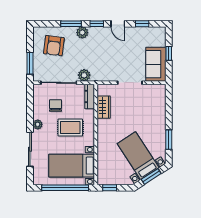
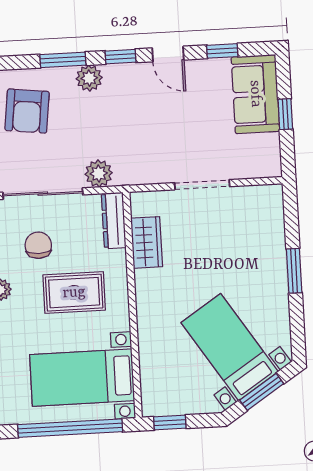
sofa: (156, 64) -> (255, 94), moved
window: (169, 140) -> (294, 271), moved

